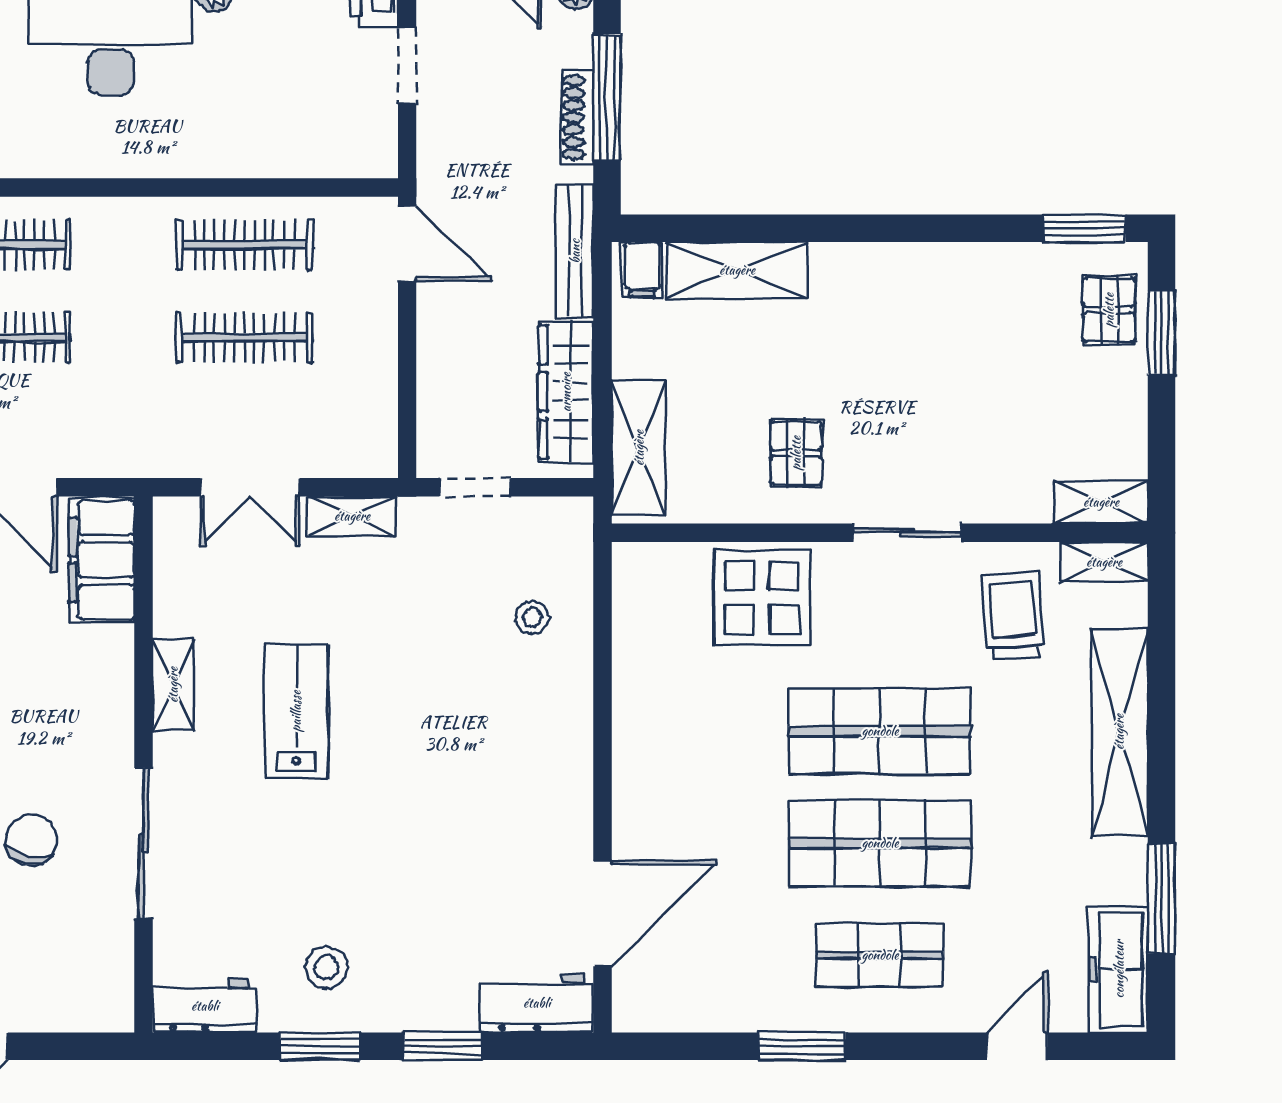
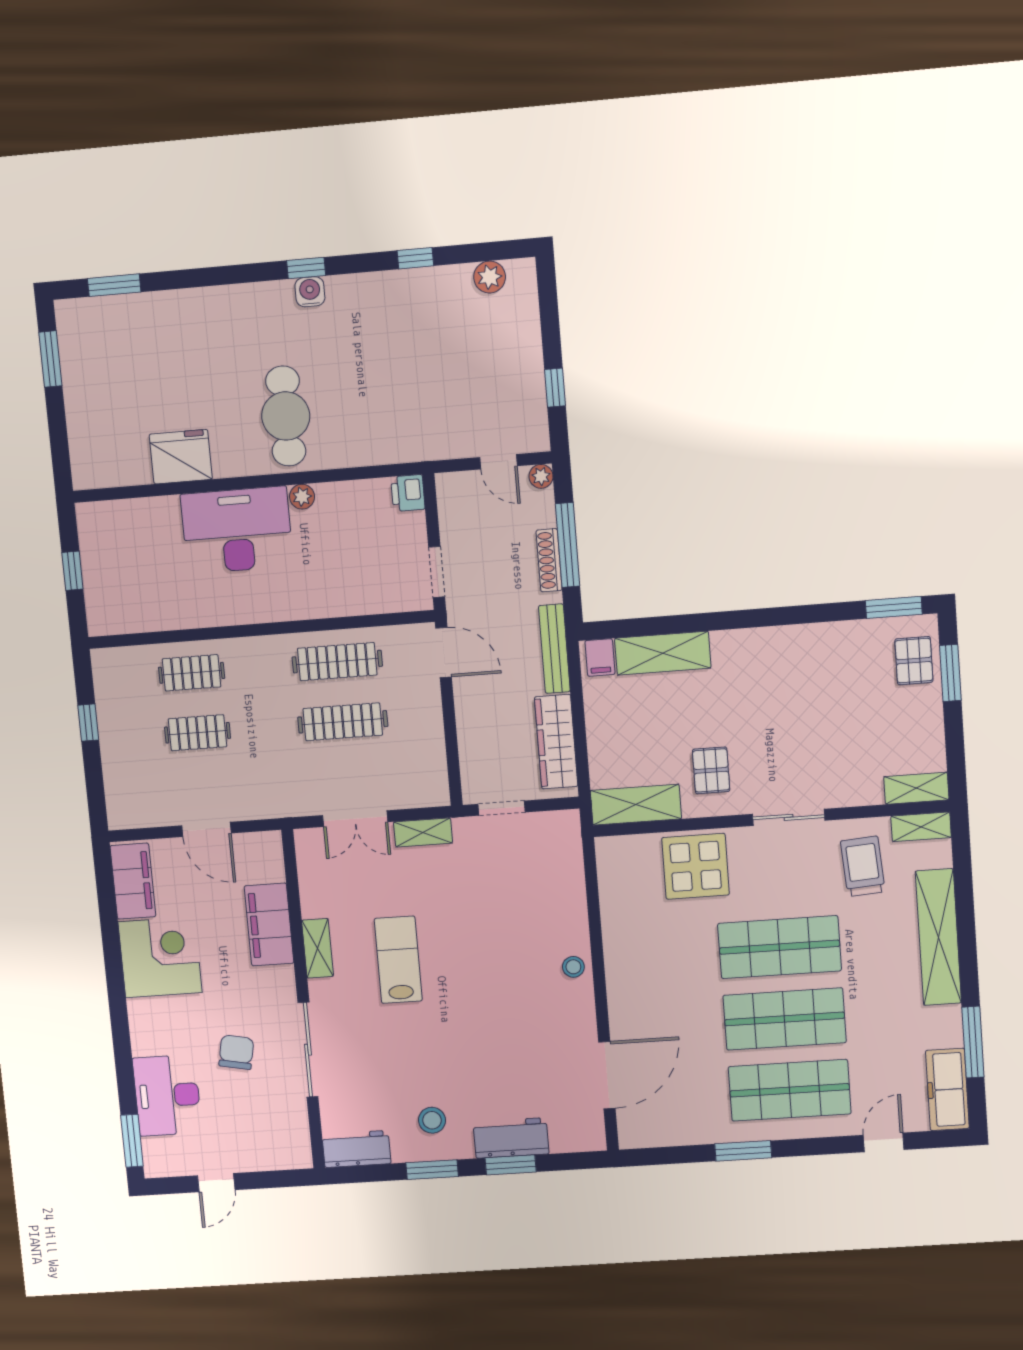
doorway: (407, 66) -> (437, 572), moved
shelving: (639, 448) -> (636, 805), moved, turned 90
filing cabinet: (102, 560) -> (269, 925), moved
stool: (532, 617) -> (573, 967), moved
shop shelf: (880, 955) -> (790, 1090), width x1.43, depth x1.36
workbench: (537, 1003) -> (511, 1138), moved

